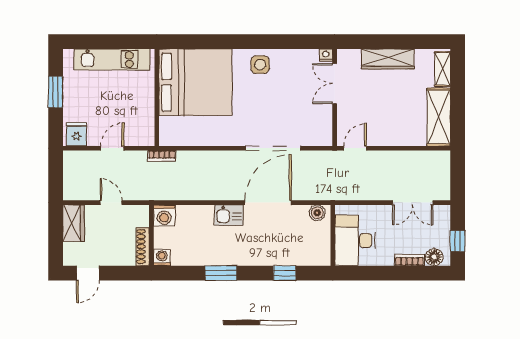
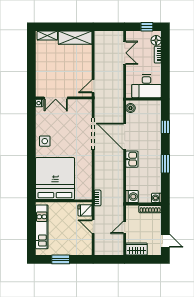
wardrobe: (388, 59) -> (41, 67), removed
fridge: (76, 134) -> (85, 210), moved
door: (355, 148) -> (93, 86), hinge flipped

